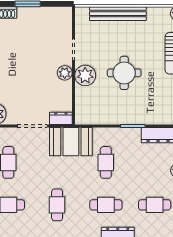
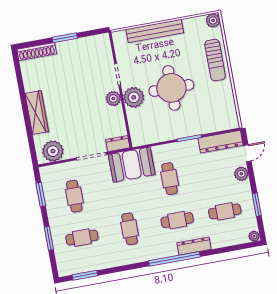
round table: (124, 73) -> (171, 88), width x1.36, depth x1.36

